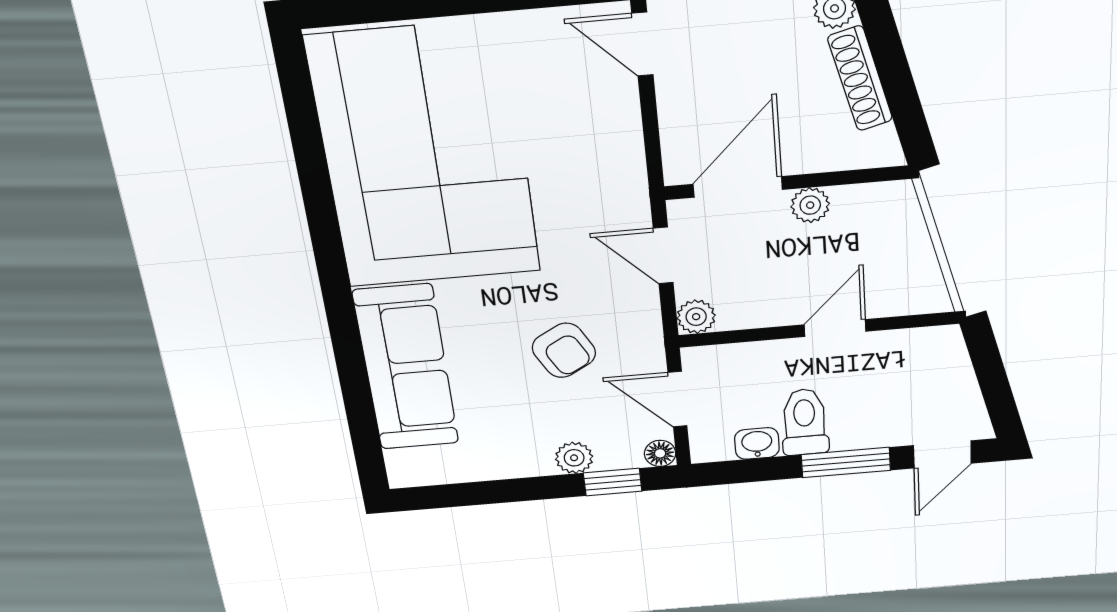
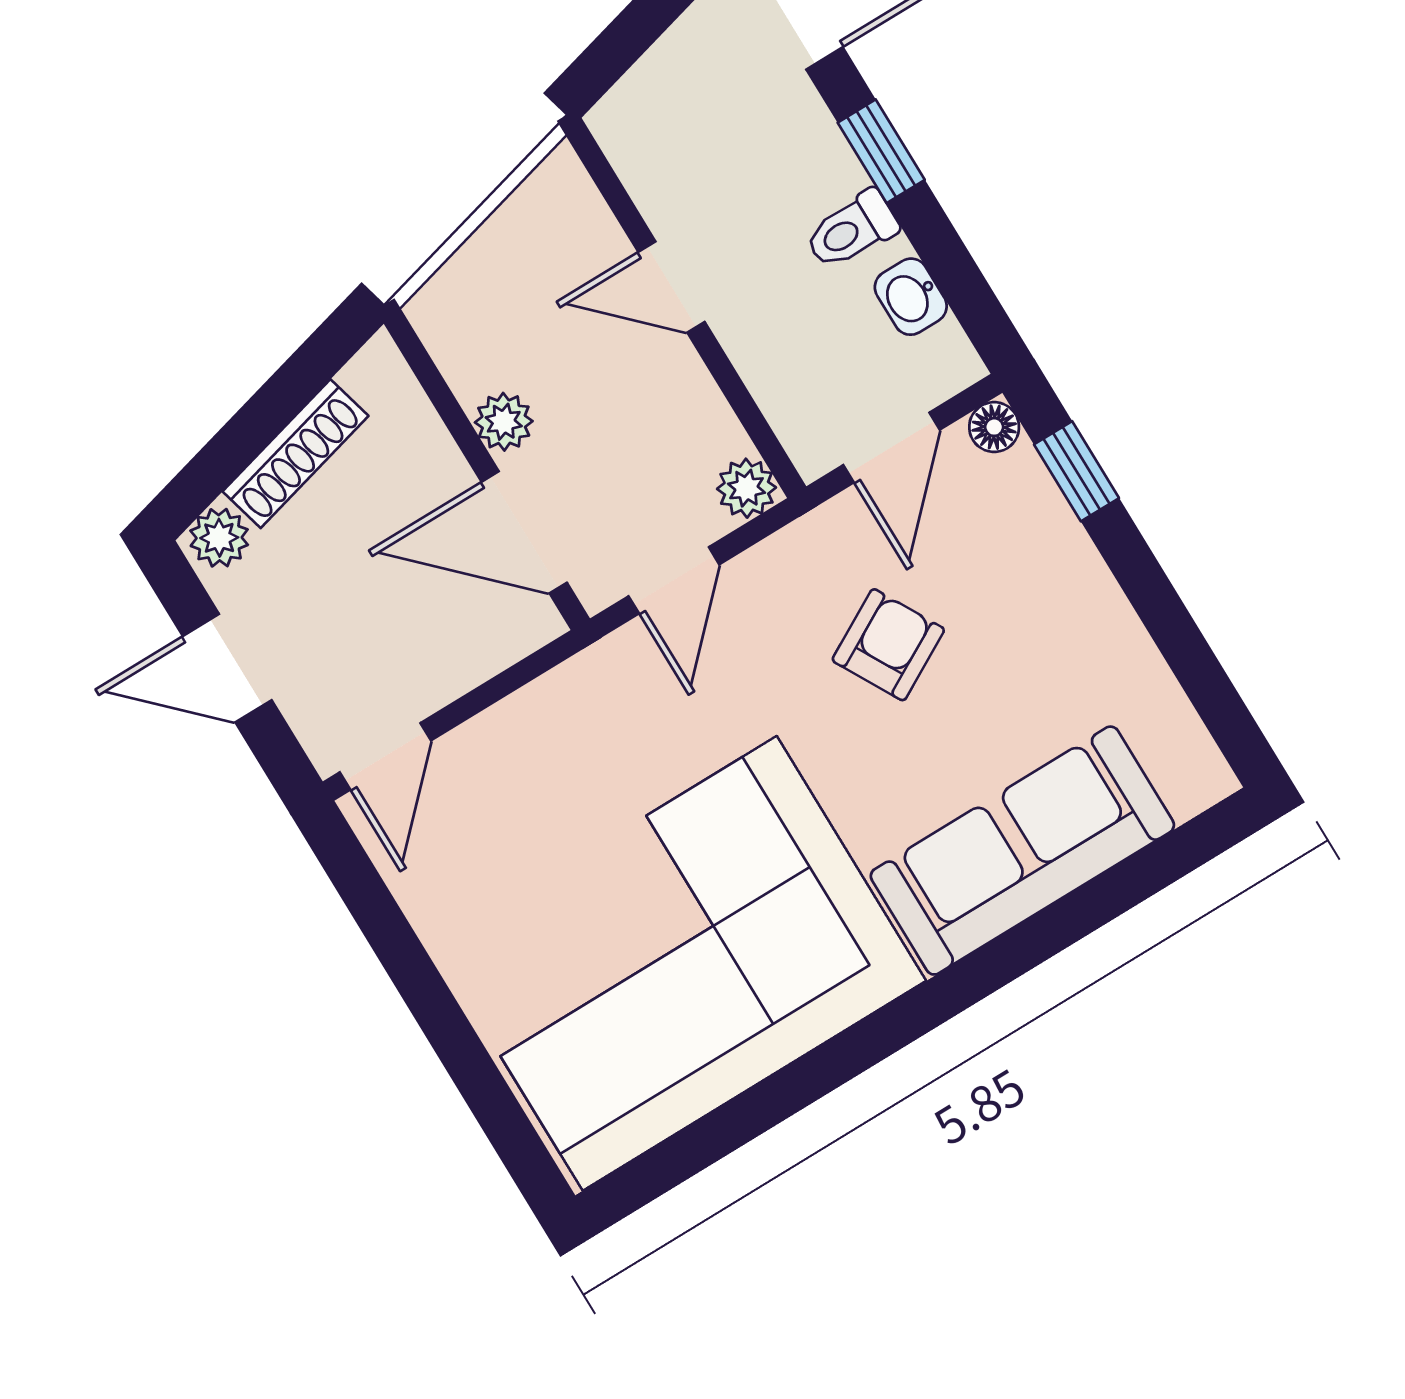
toilet: (805, 422) -> (852, 230), width x0.73, depth x0.72
plant: (574, 458) -> (1061, 547), removed
window: (846, 463) -> (881, 151), width x0.67

